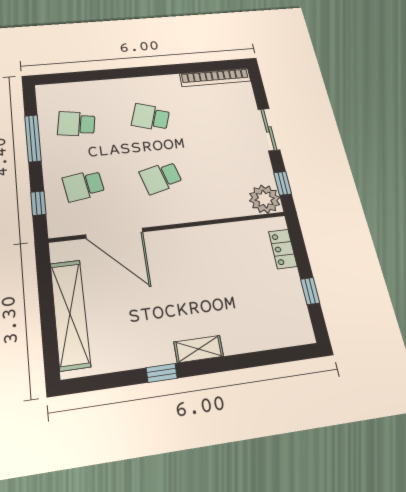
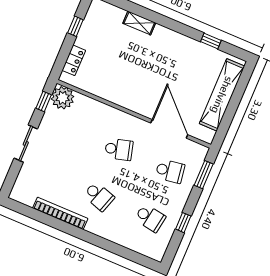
bookcase: (215, 77) -> (60, 213), moved
window: (33, 138) -> (183, 223), width x0.46
window: (38, 203) -> (204, 175), width x1.50
shelving: (199, 349) -> (139, 23), moved
window: (162, 373) -> (211, 41), moved

